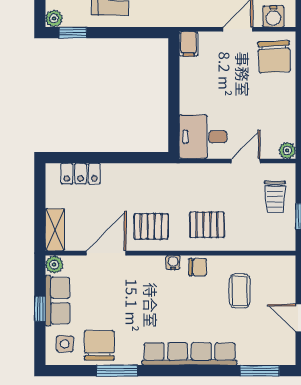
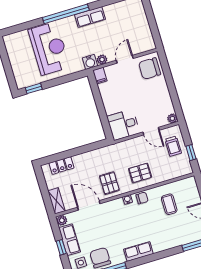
water cooler: (273, 16) -> (90, 62), moved
plant: (54, 18) -> (102, 60), moved
chair: (274, 57) -> (150, 69), turned 93
door: (246, 161) -> (151, 131), swing flipped
pallet: (151, 226) -> (109, 183), turned 90
door: (106, 253) -> (89, 205), hinge flipped
row of seats: (190, 354) -> (138, 251), width x0.50

